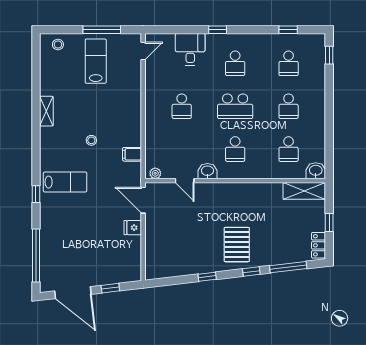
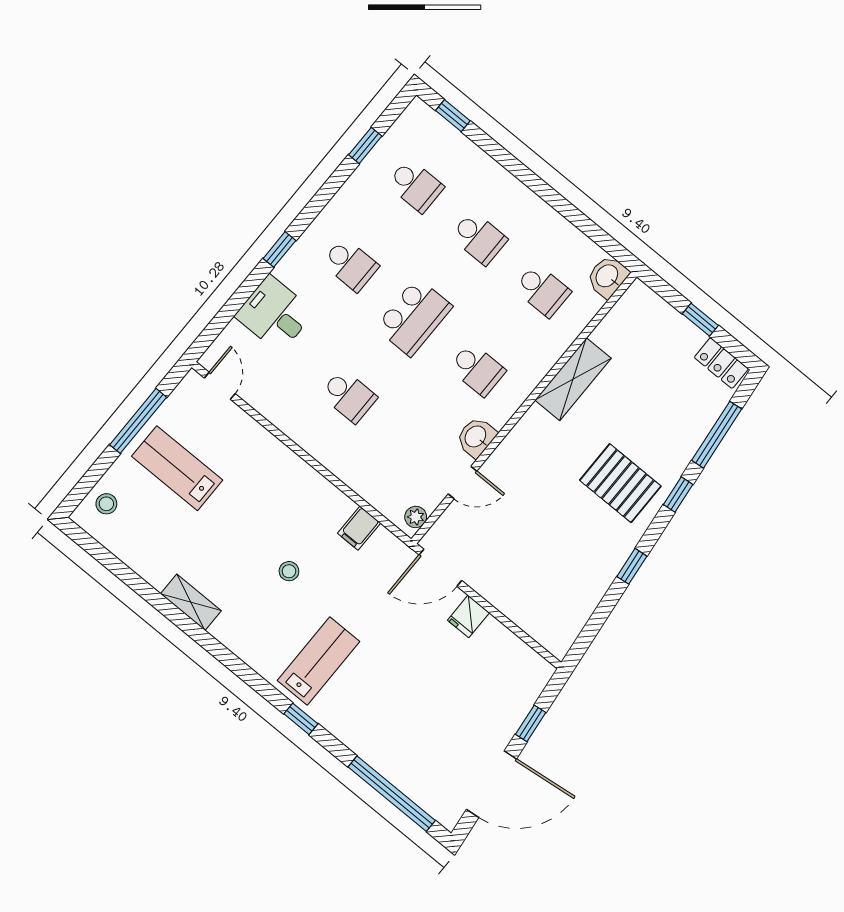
shelving: (304, 191) -> (573, 379), moved

